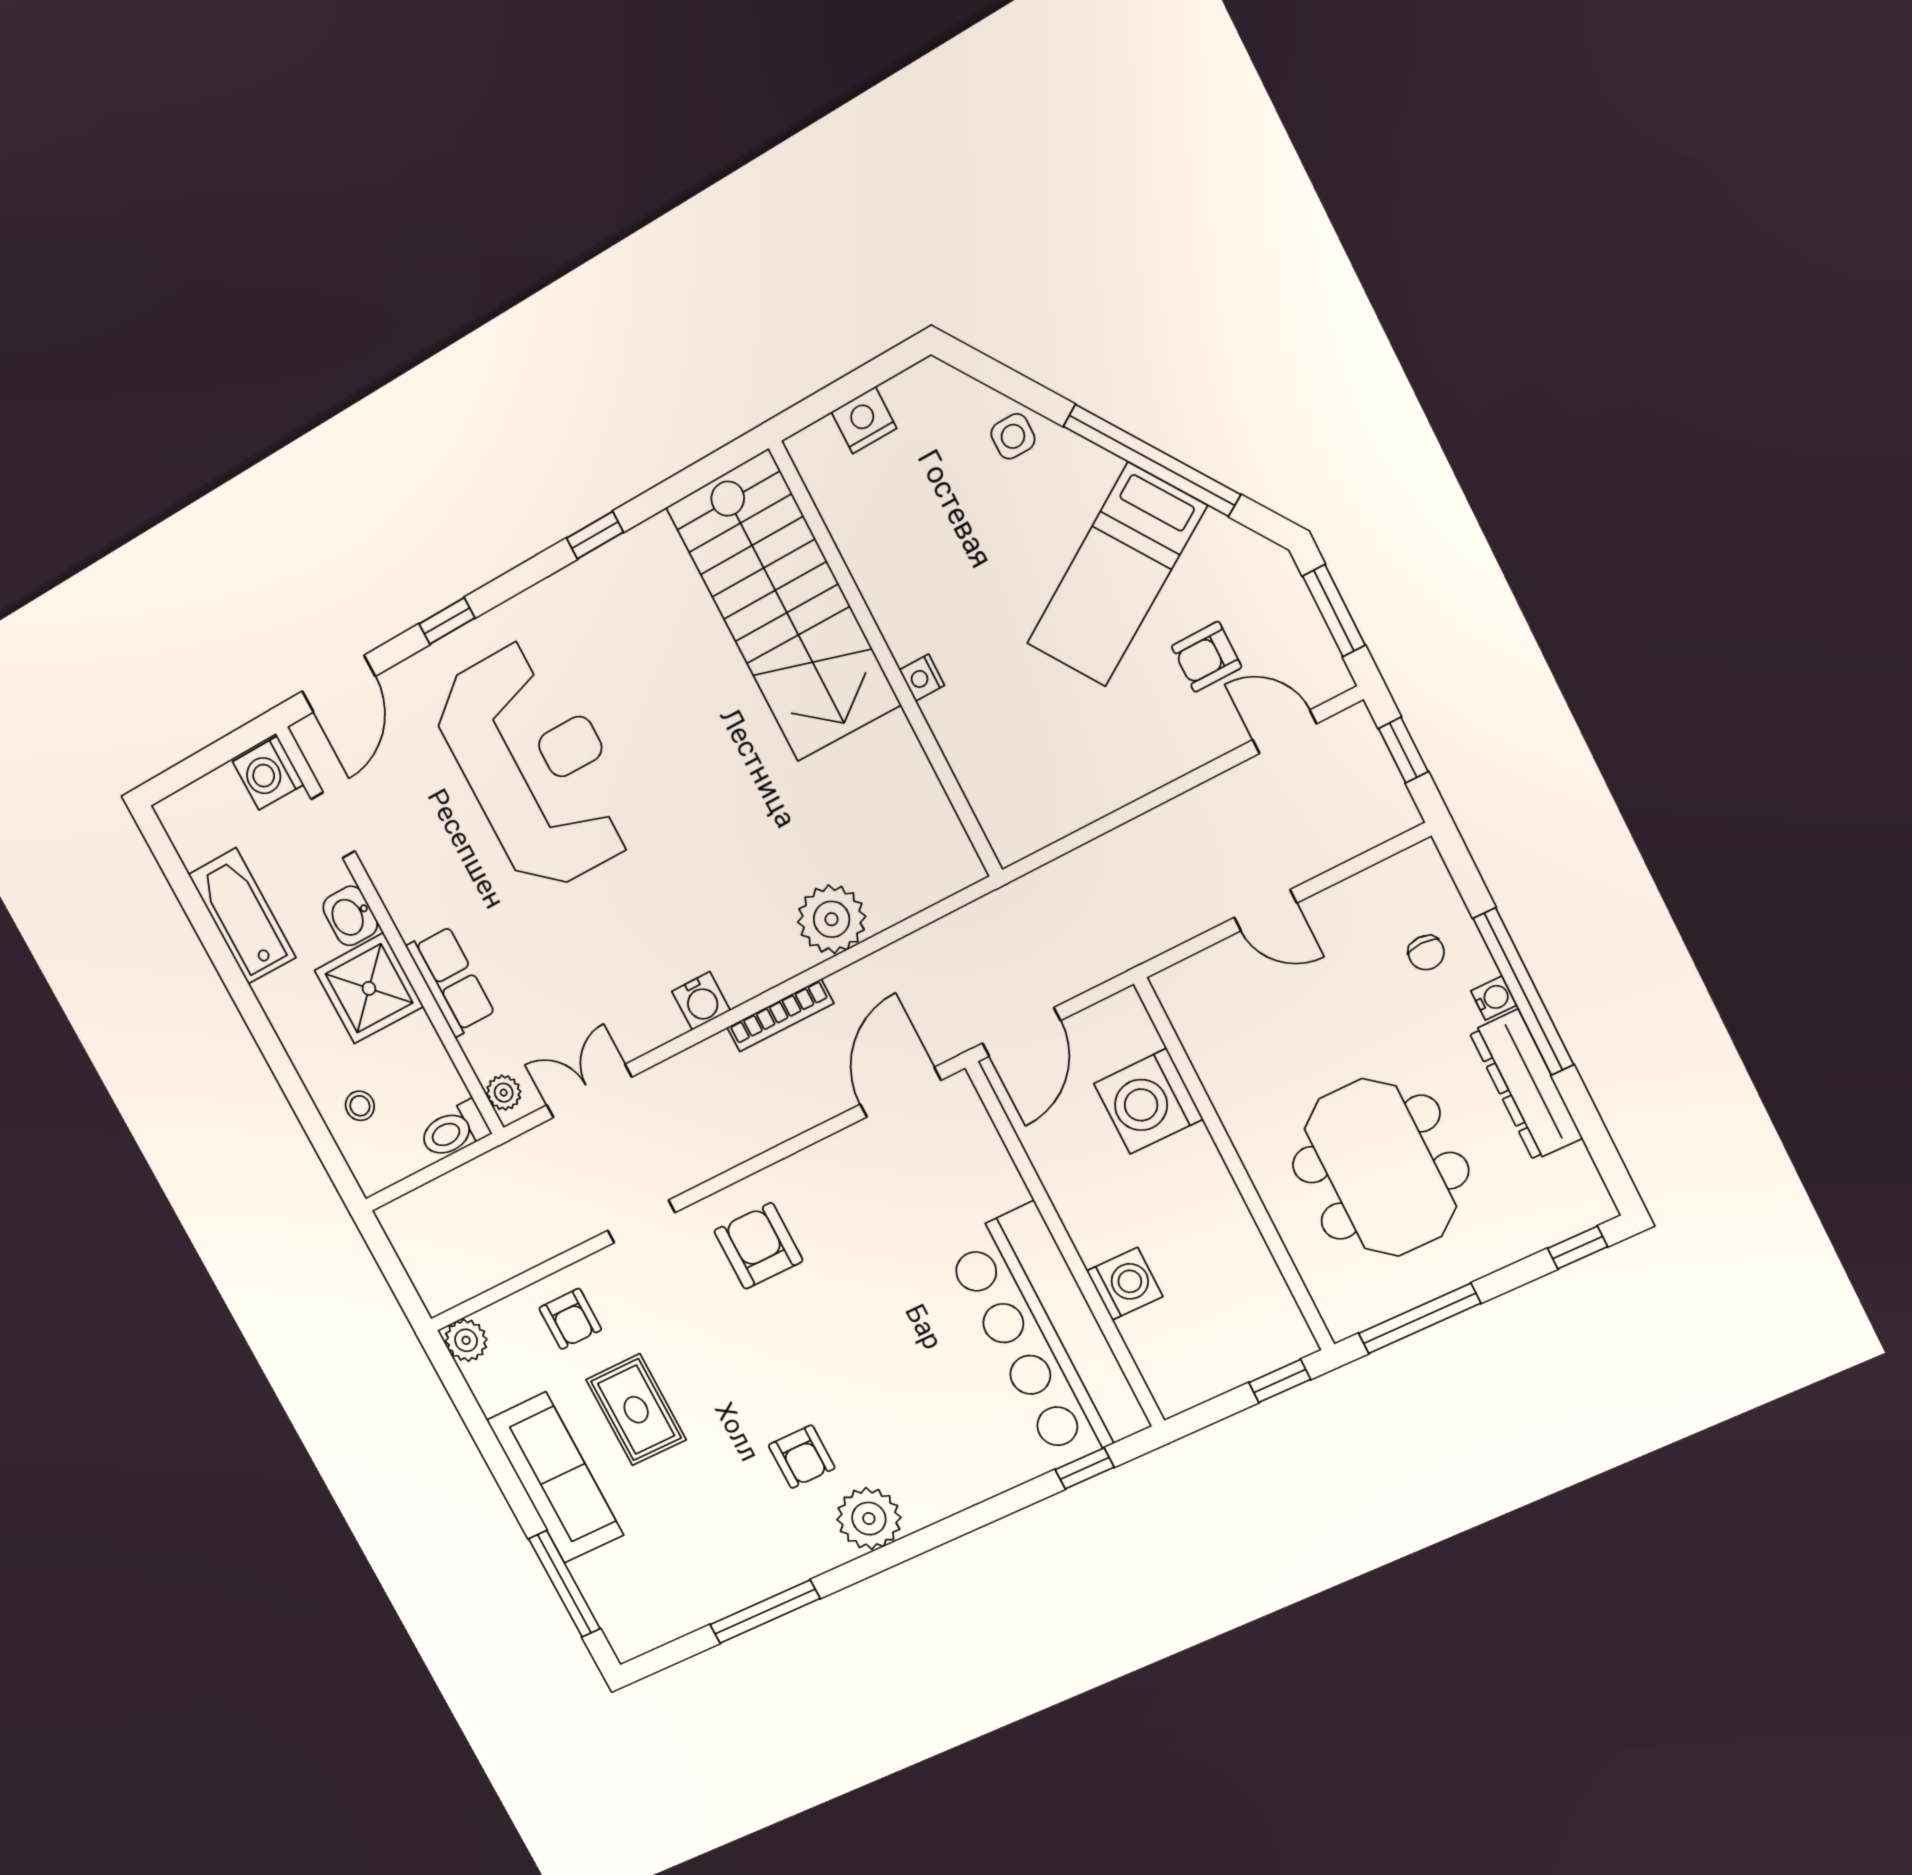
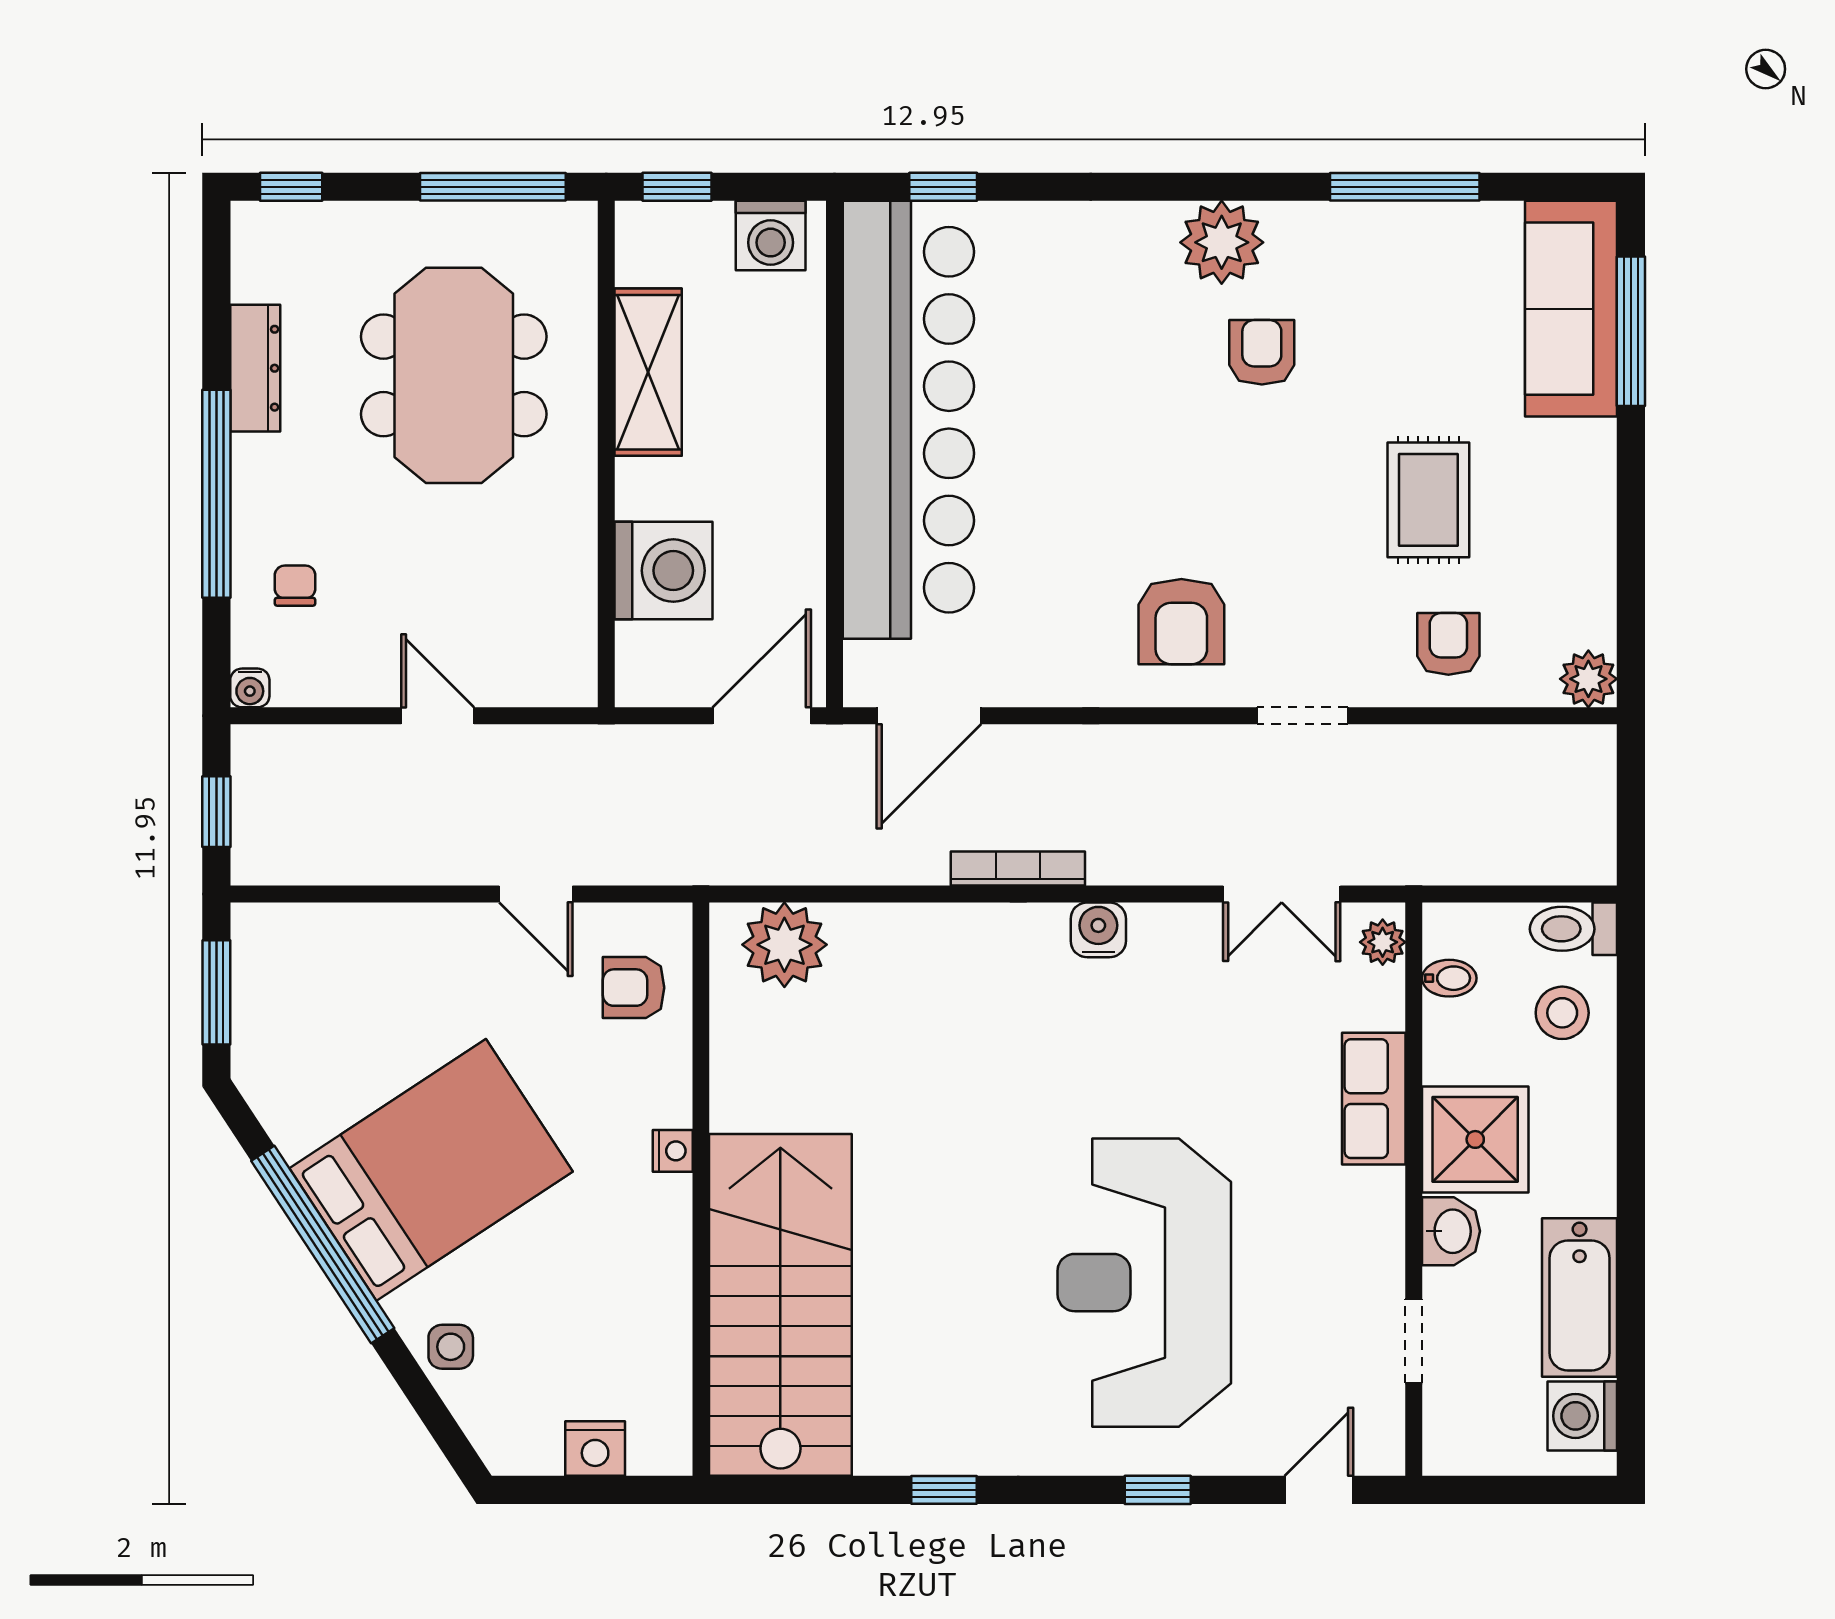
bed: (1117, 575) -> (431, 1170), width x1.50
armchair: (1207, 657) -> (634, 988), moved, turned 180
door: (339, 684) -> (1319, 1490), width x0.73
door: (1285, 732) -> (536, 894), moved
washing machine: (268, 773) -> (1582, 1416), moved, turned 180
plant: (832, 919) -> (784, 945), moved
water cooler: (1494, 998) -> (250, 688), moved, turned -90
dresser: (1526, 1085) -> (255, 368), width x0.73, depth x0.80
bidet: (446, 1091) -> (1449, 978), added
stool: (360, 1106) -> (1562, 1013), width x1.37, depth x1.37
toilet: (454, 1130) -> (1573, 929), moved, turned 180
shelving: (1233, 1239) -> (648, 372), added
washing machine: (1125, 1284) -> (771, 236), moved, turned -90
bar counter: (1046, 1335) -> (908, 420), width x1.36
sofa: (555, 1478) -> (1571, 309), moved

